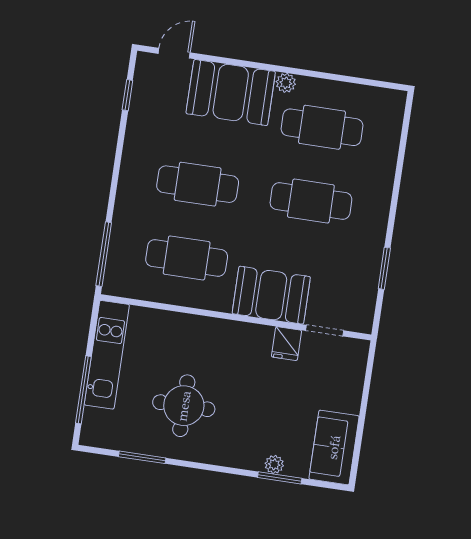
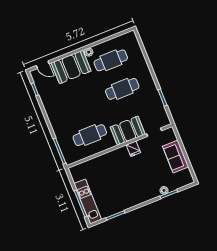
door: (174, 53) -> (43, 65), swing flipped
cafe table: (198, 184) -> (78, 106), removed
fridge: (287, 344) -> (133, 149), moved
kitchen unit: (107, 355) -> (88, 202), moved
round table: (184, 406) -> (120, 188), removed
sofa: (334, 447) -> (176, 157), moved

